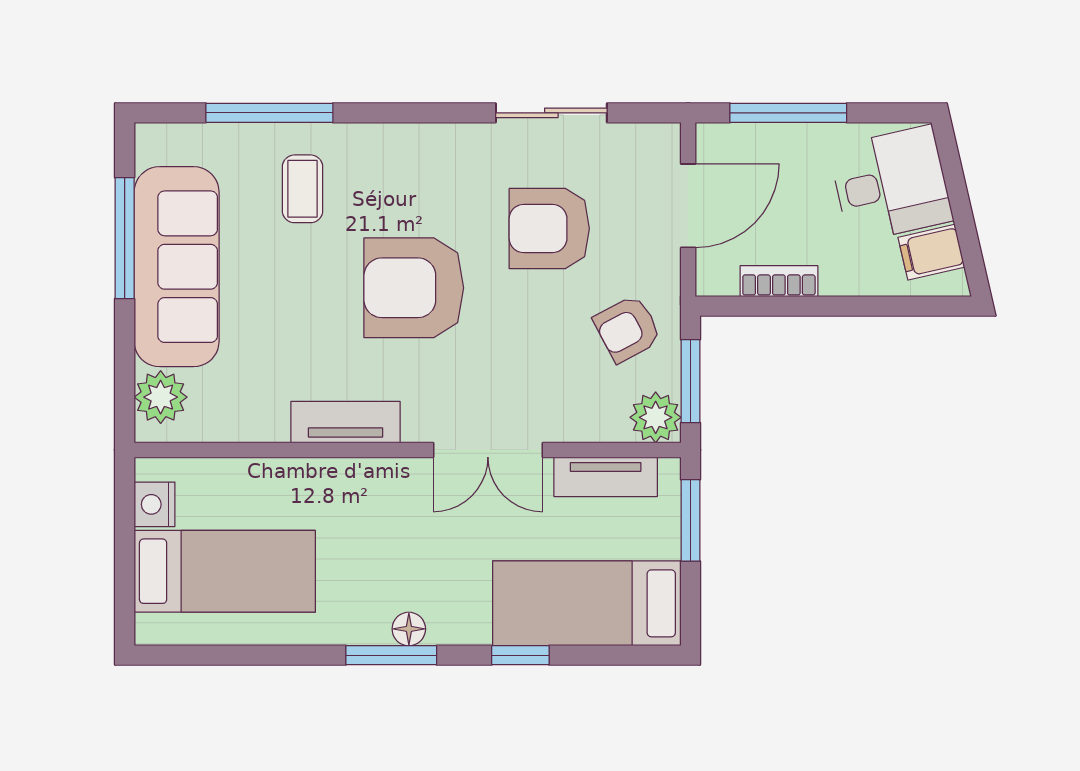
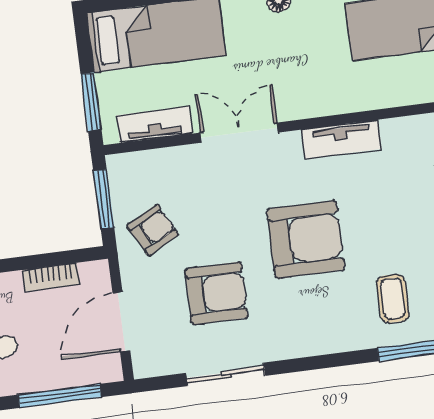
plant: (656, 417) -> (125, 171), removed

